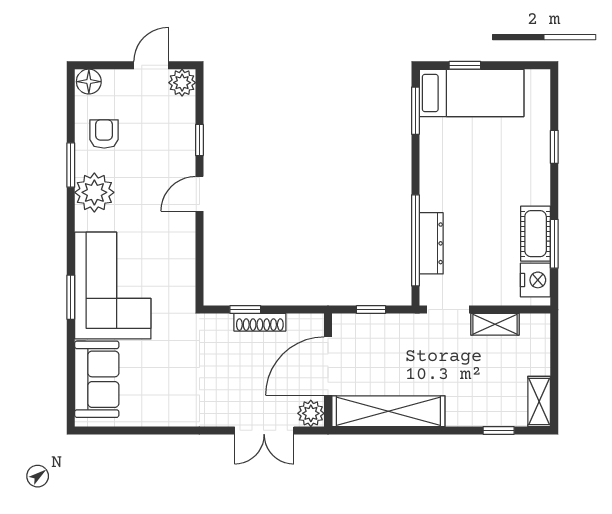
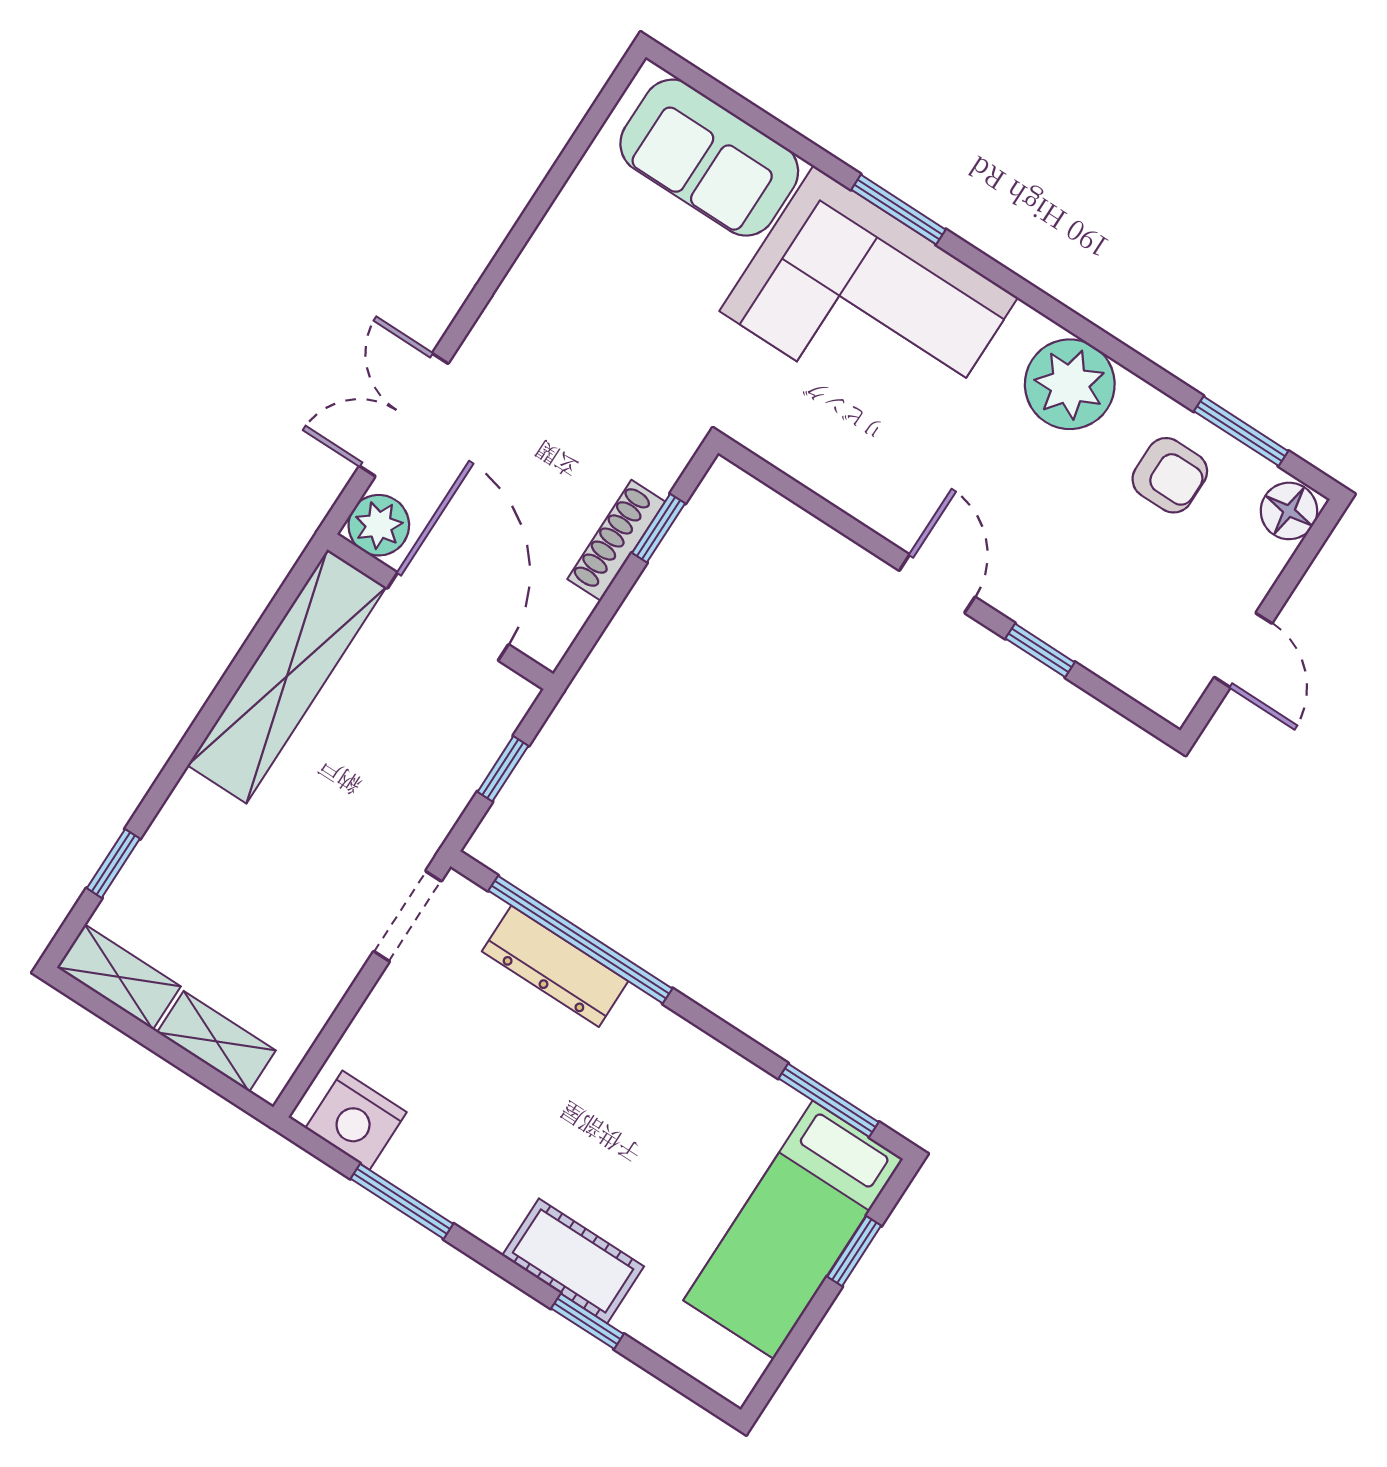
plant: (182, 83) -> (1171, 688), removed
window: (71, 165) -> (1241, 431), moved
cot: (536, 234) -> (573, 1261), moved
shelving: (495, 324) -> (216, 1041), moved, turned 90

